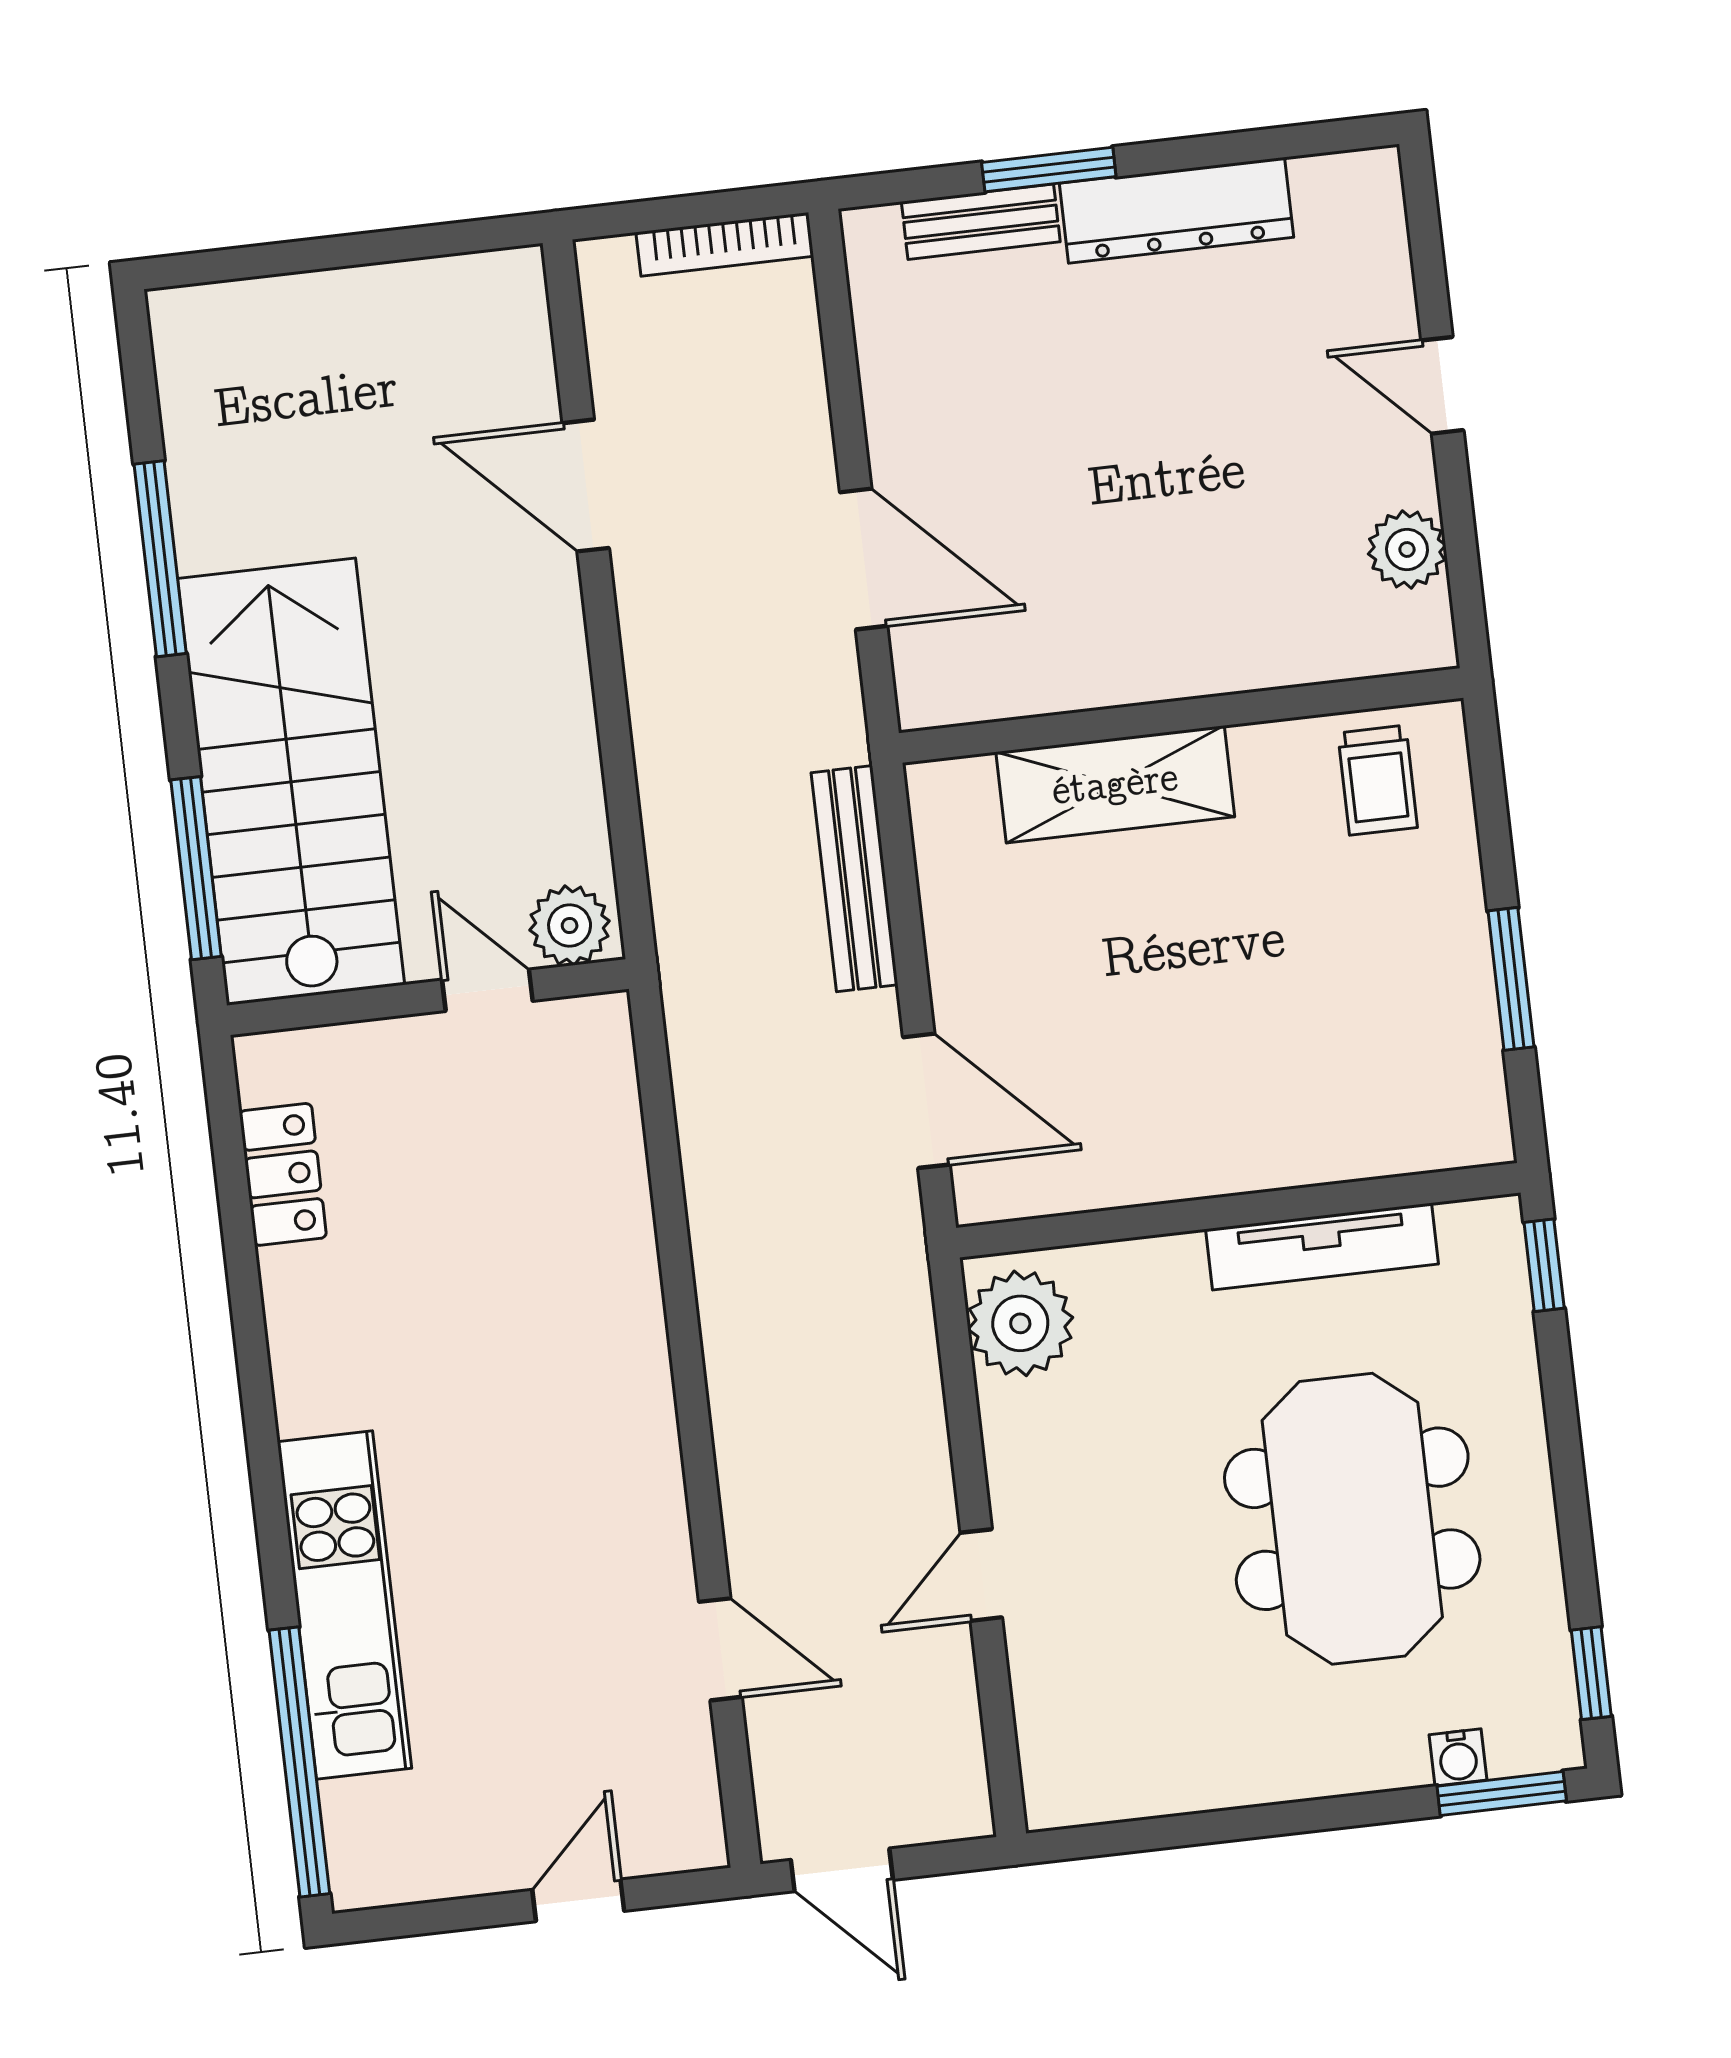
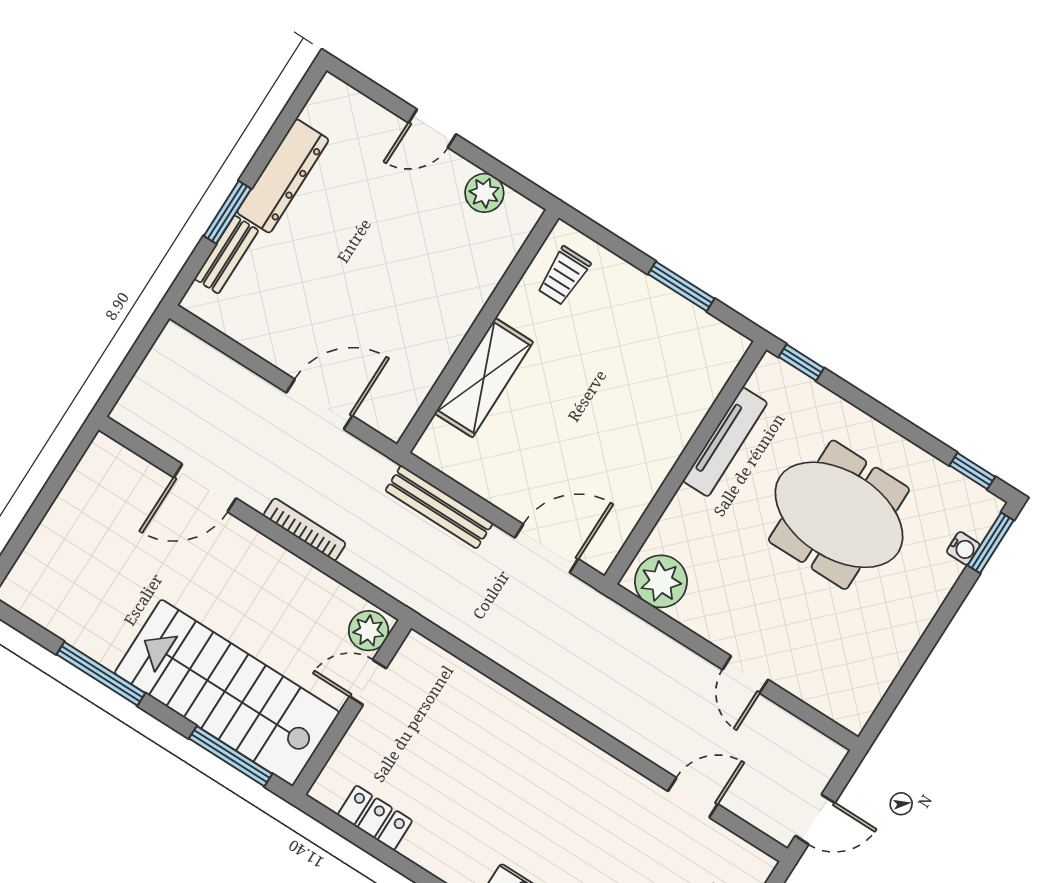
bookcase: (725, 244) -> (305, 529), moved, turned -90
trolley: (1378, 780) -> (564, 276), turned 90

